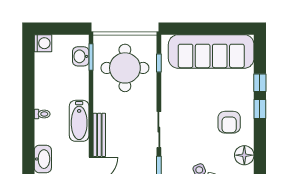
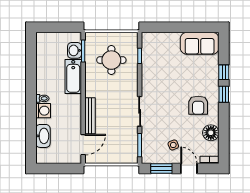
washing machine: (43, 43) -> (43, 111), moved
sofa: (211, 51) -> (200, 43), width x0.54, depth x0.79
round table: (125, 68) -> (111, 60), width x0.73, depth x0.73
bathtub: (79, 121) -> (73, 77), moved

